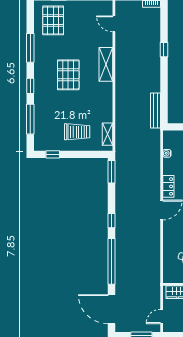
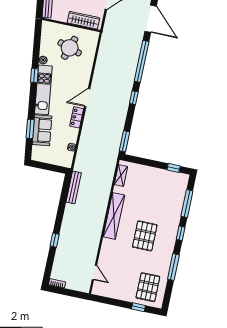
shelving: (106, 64) -> (114, 216), moved, width x1.47
trolley: (77, 132) -> (148, 183), removed

